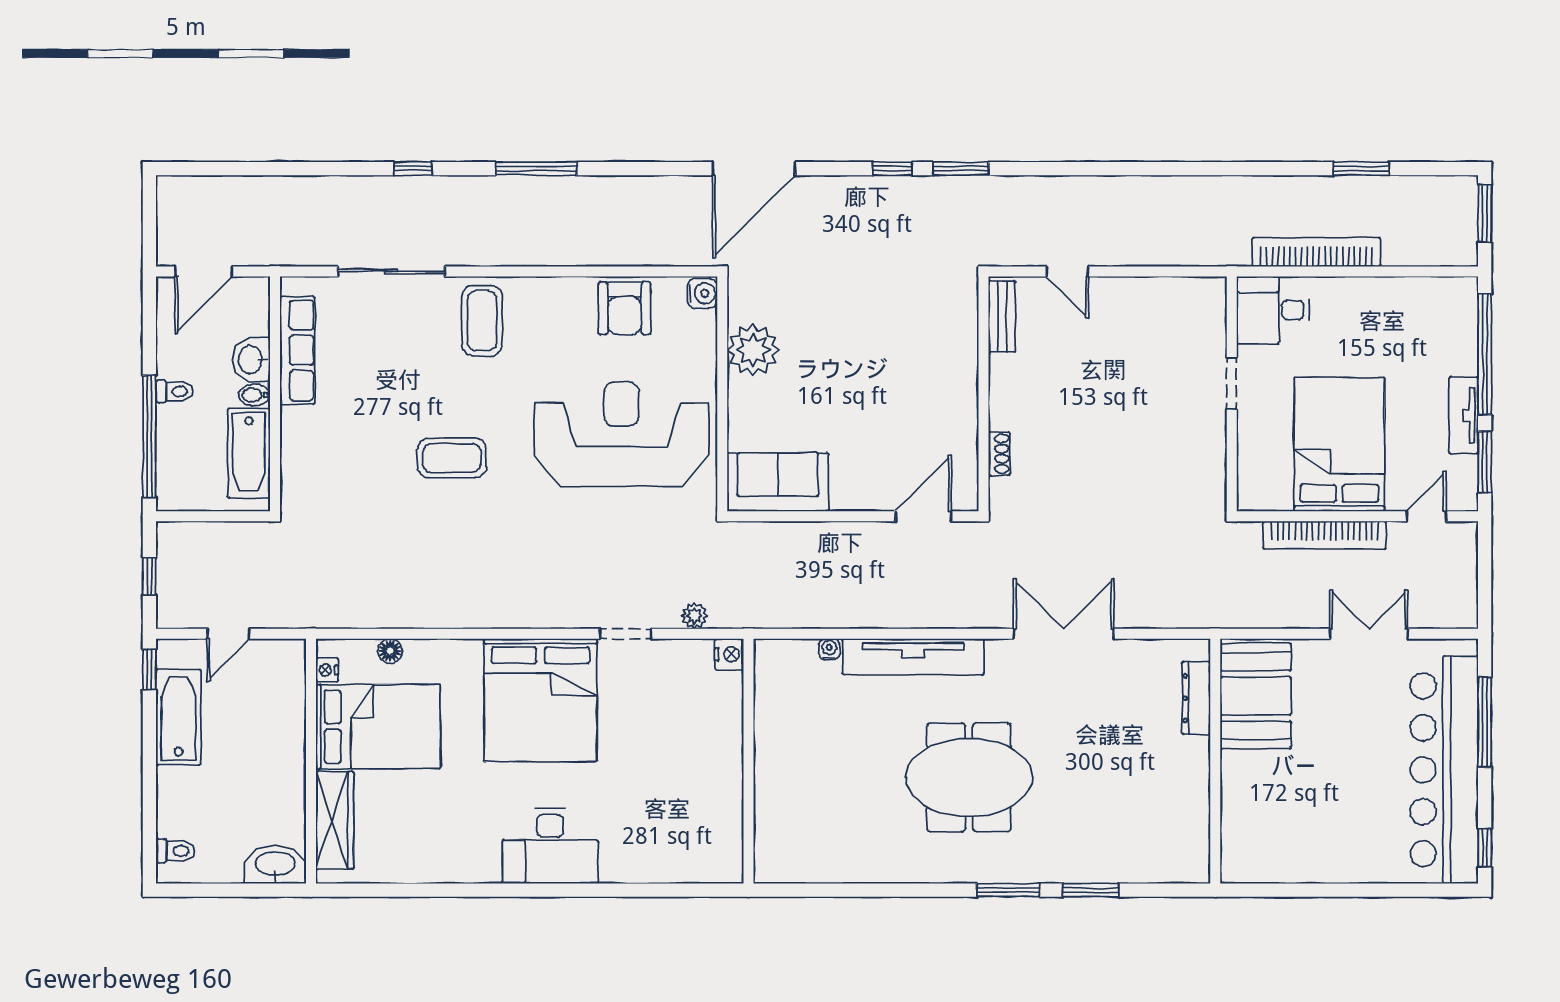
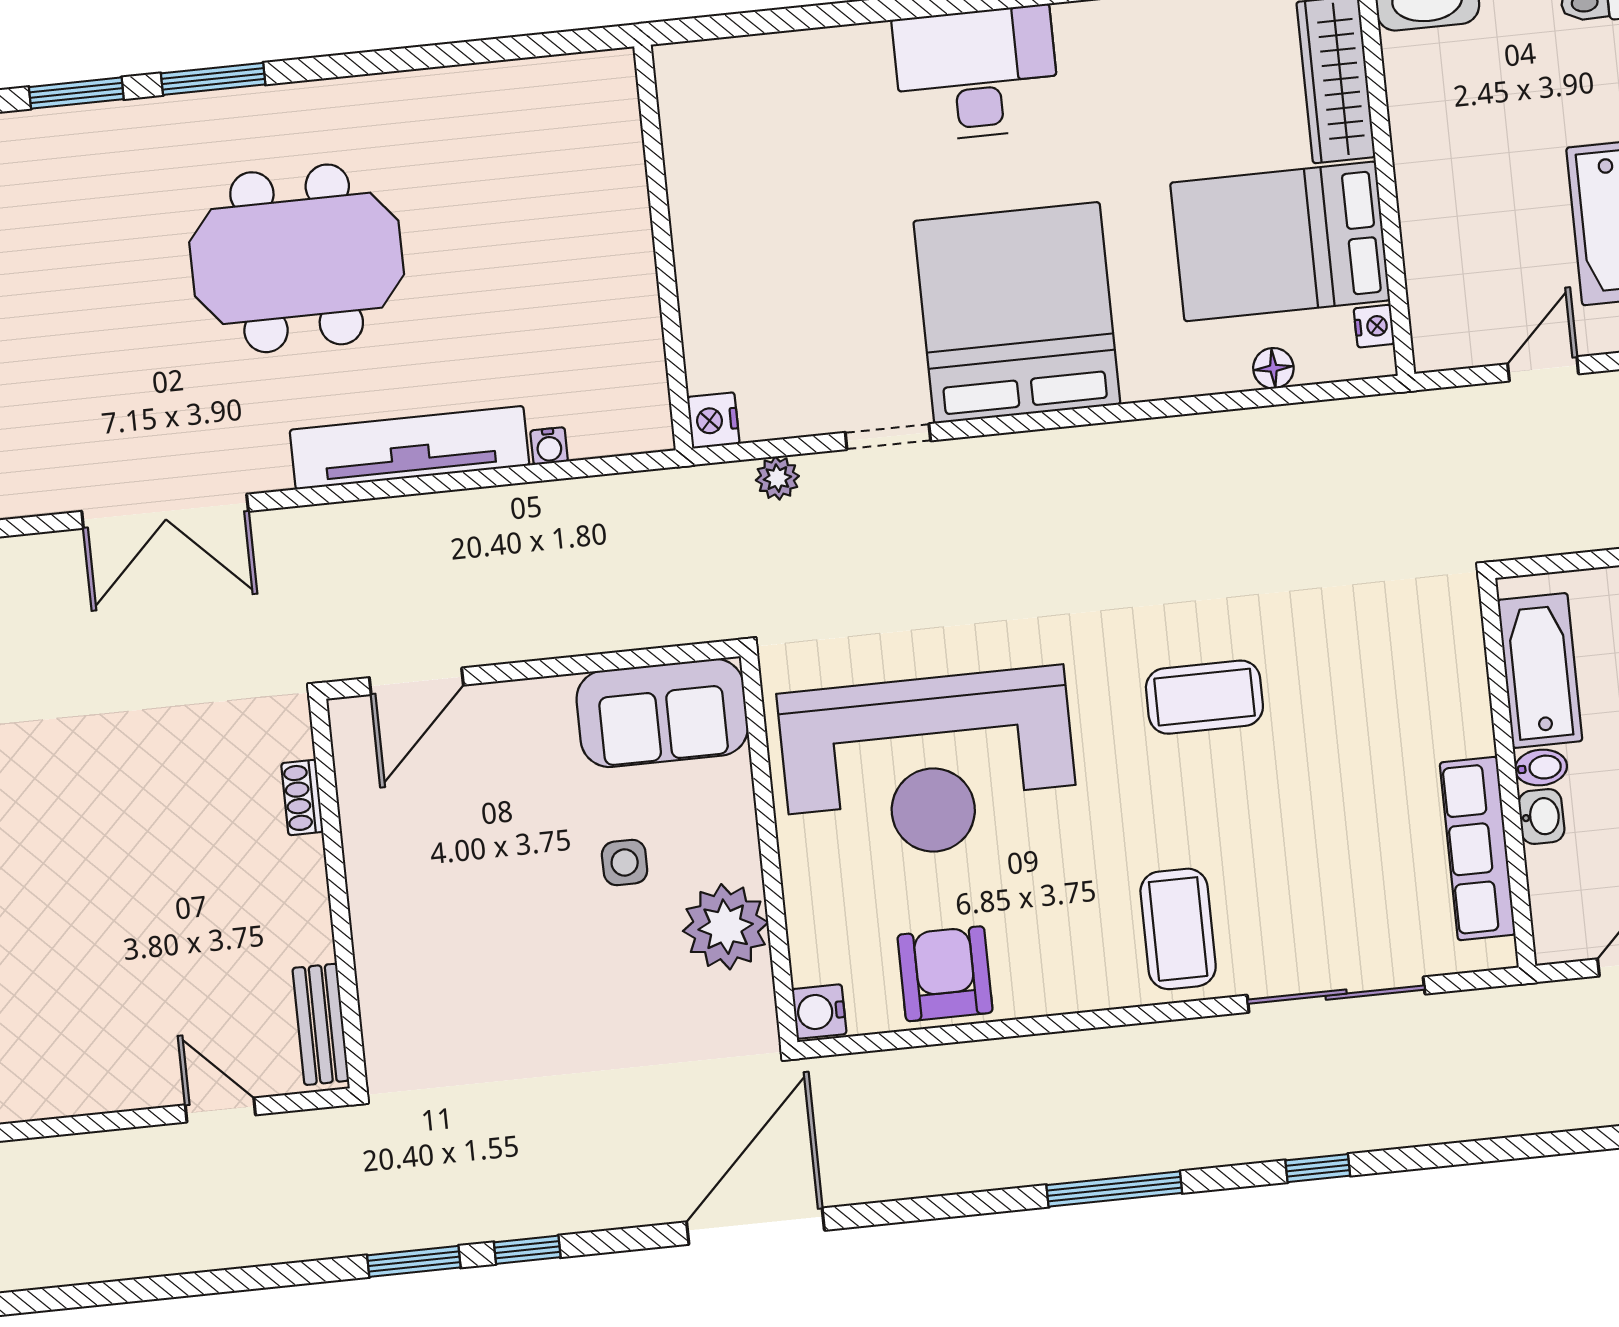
washbasin: (251, 359) -> (1541, 816), width x0.72, depth x0.69
side table: (810, 395) -> (625, 862), added

